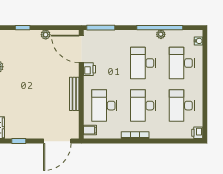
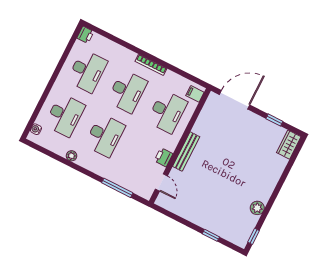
window: (101, 28) -> (117, 188), moved
window: (160, 28) -> (69, 163), removed
plant: (46, 35) -> (191, 216), removed
door: (81, 49) -> (161, 182), width x0.53
bench: (74, 94) -> (186, 152), moved

